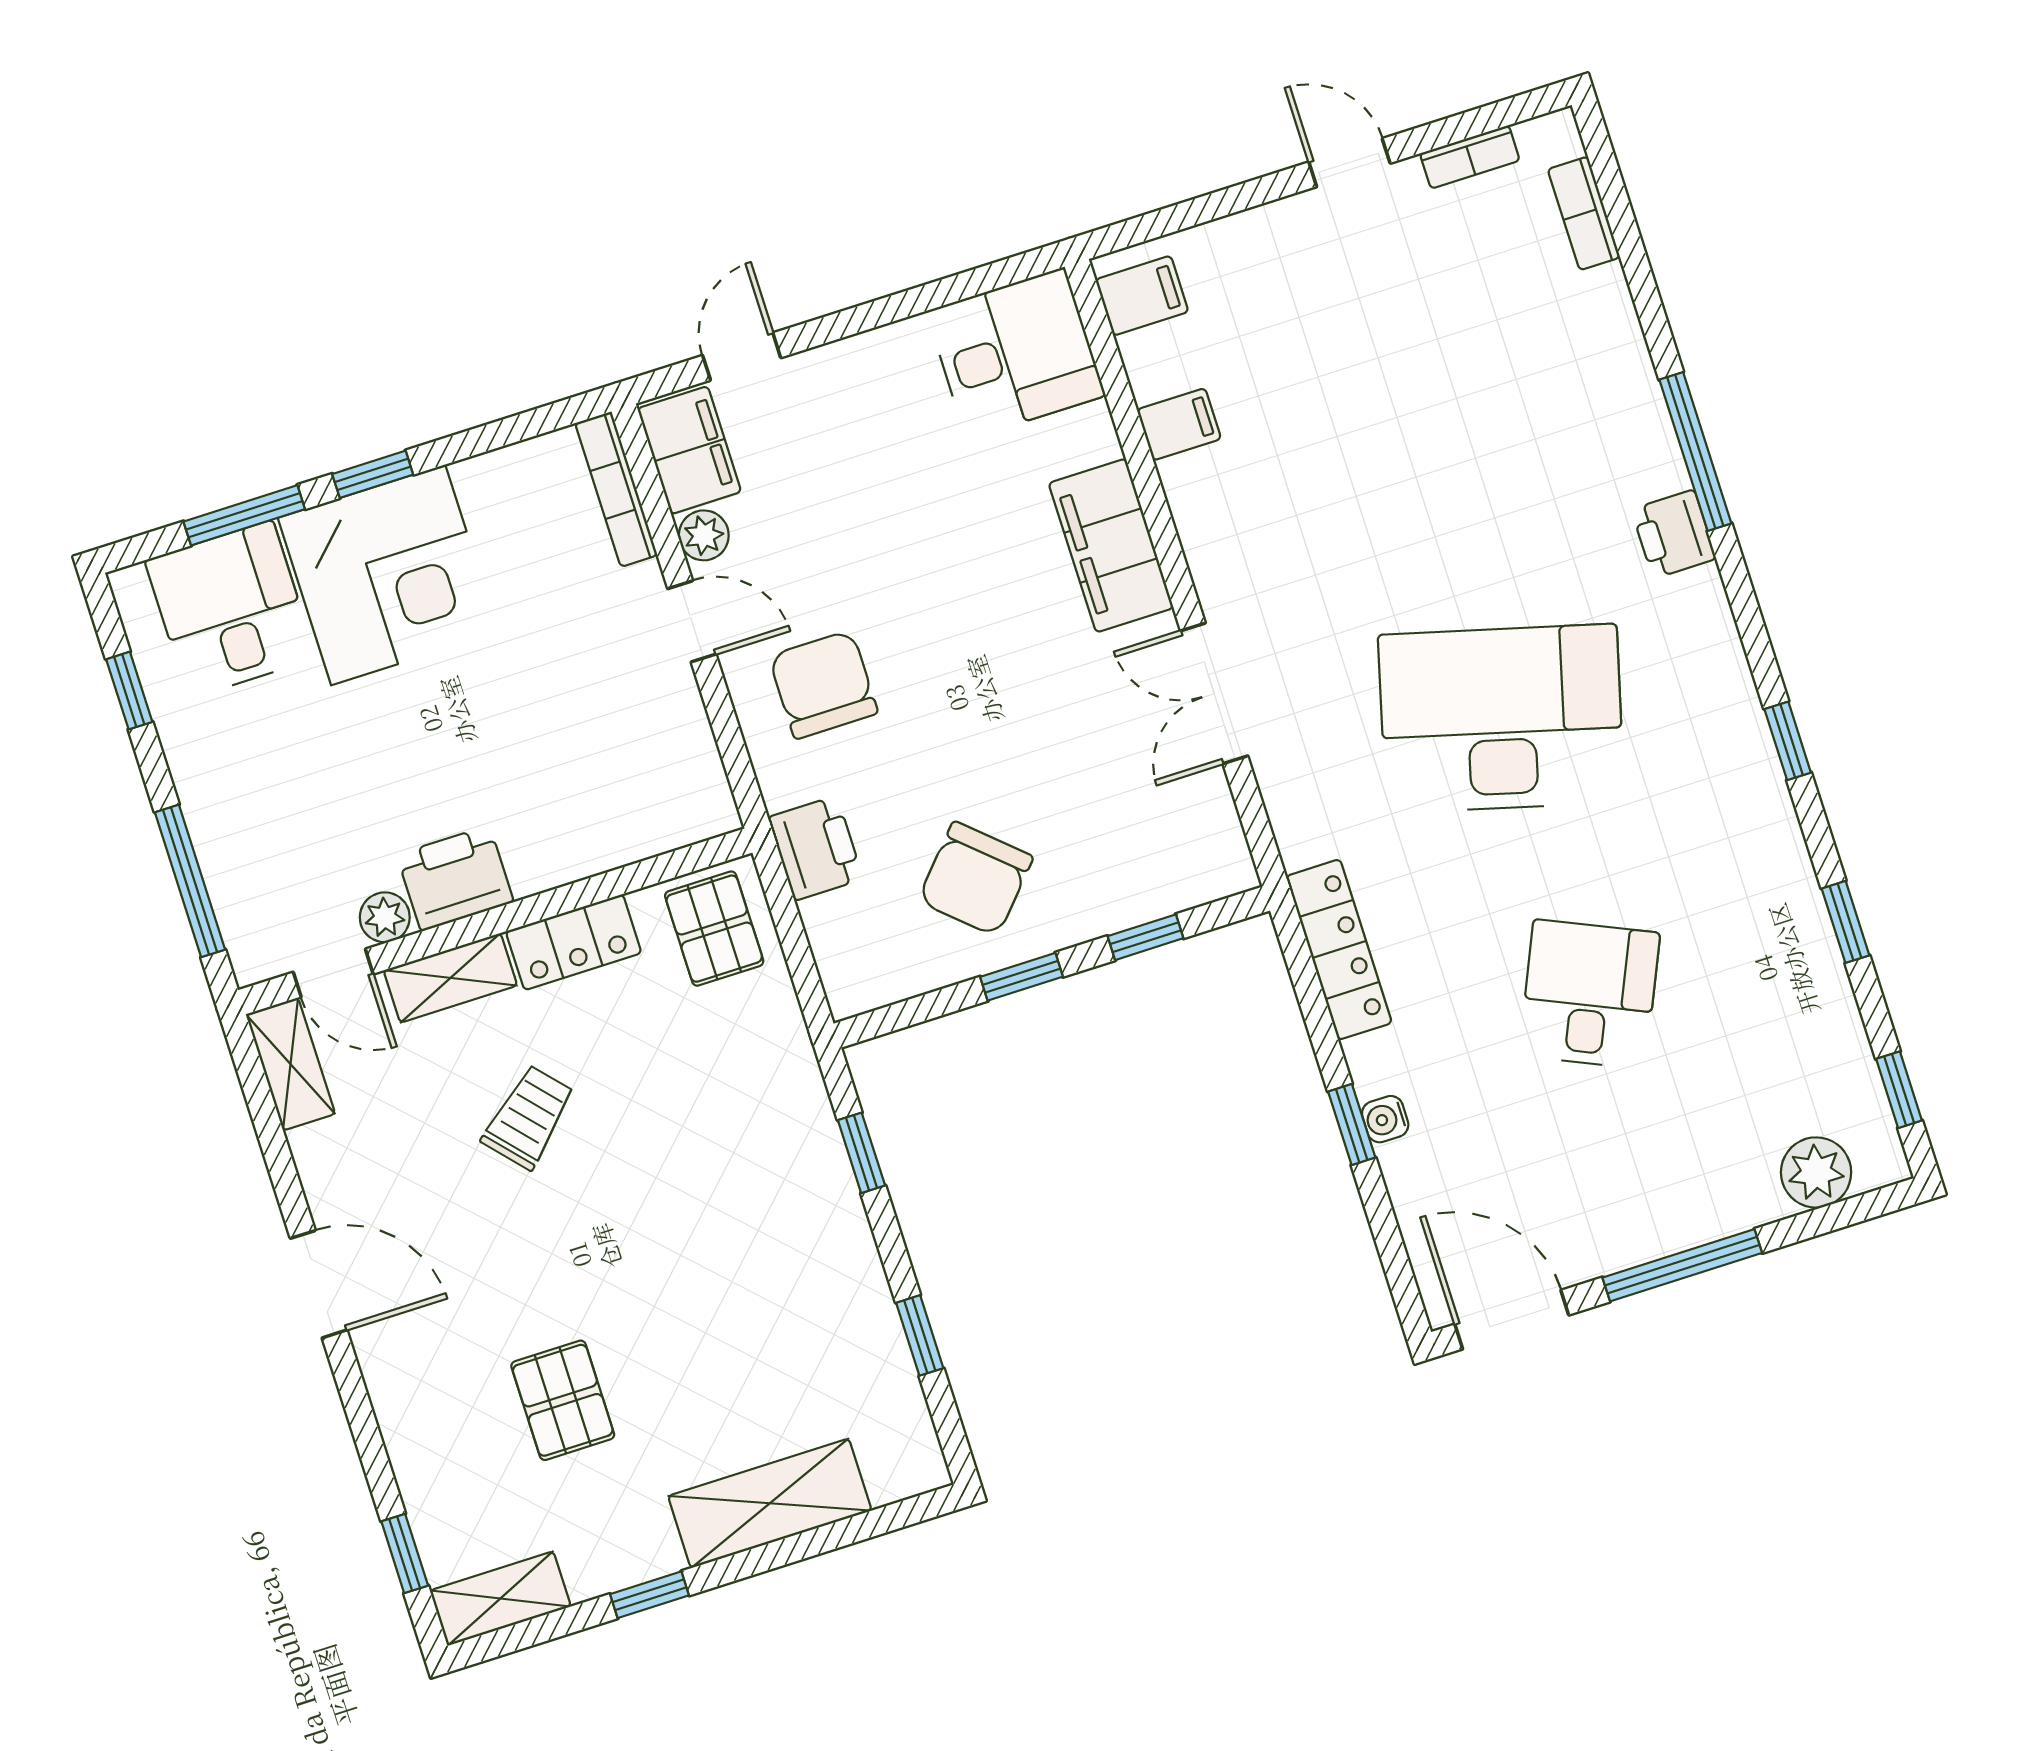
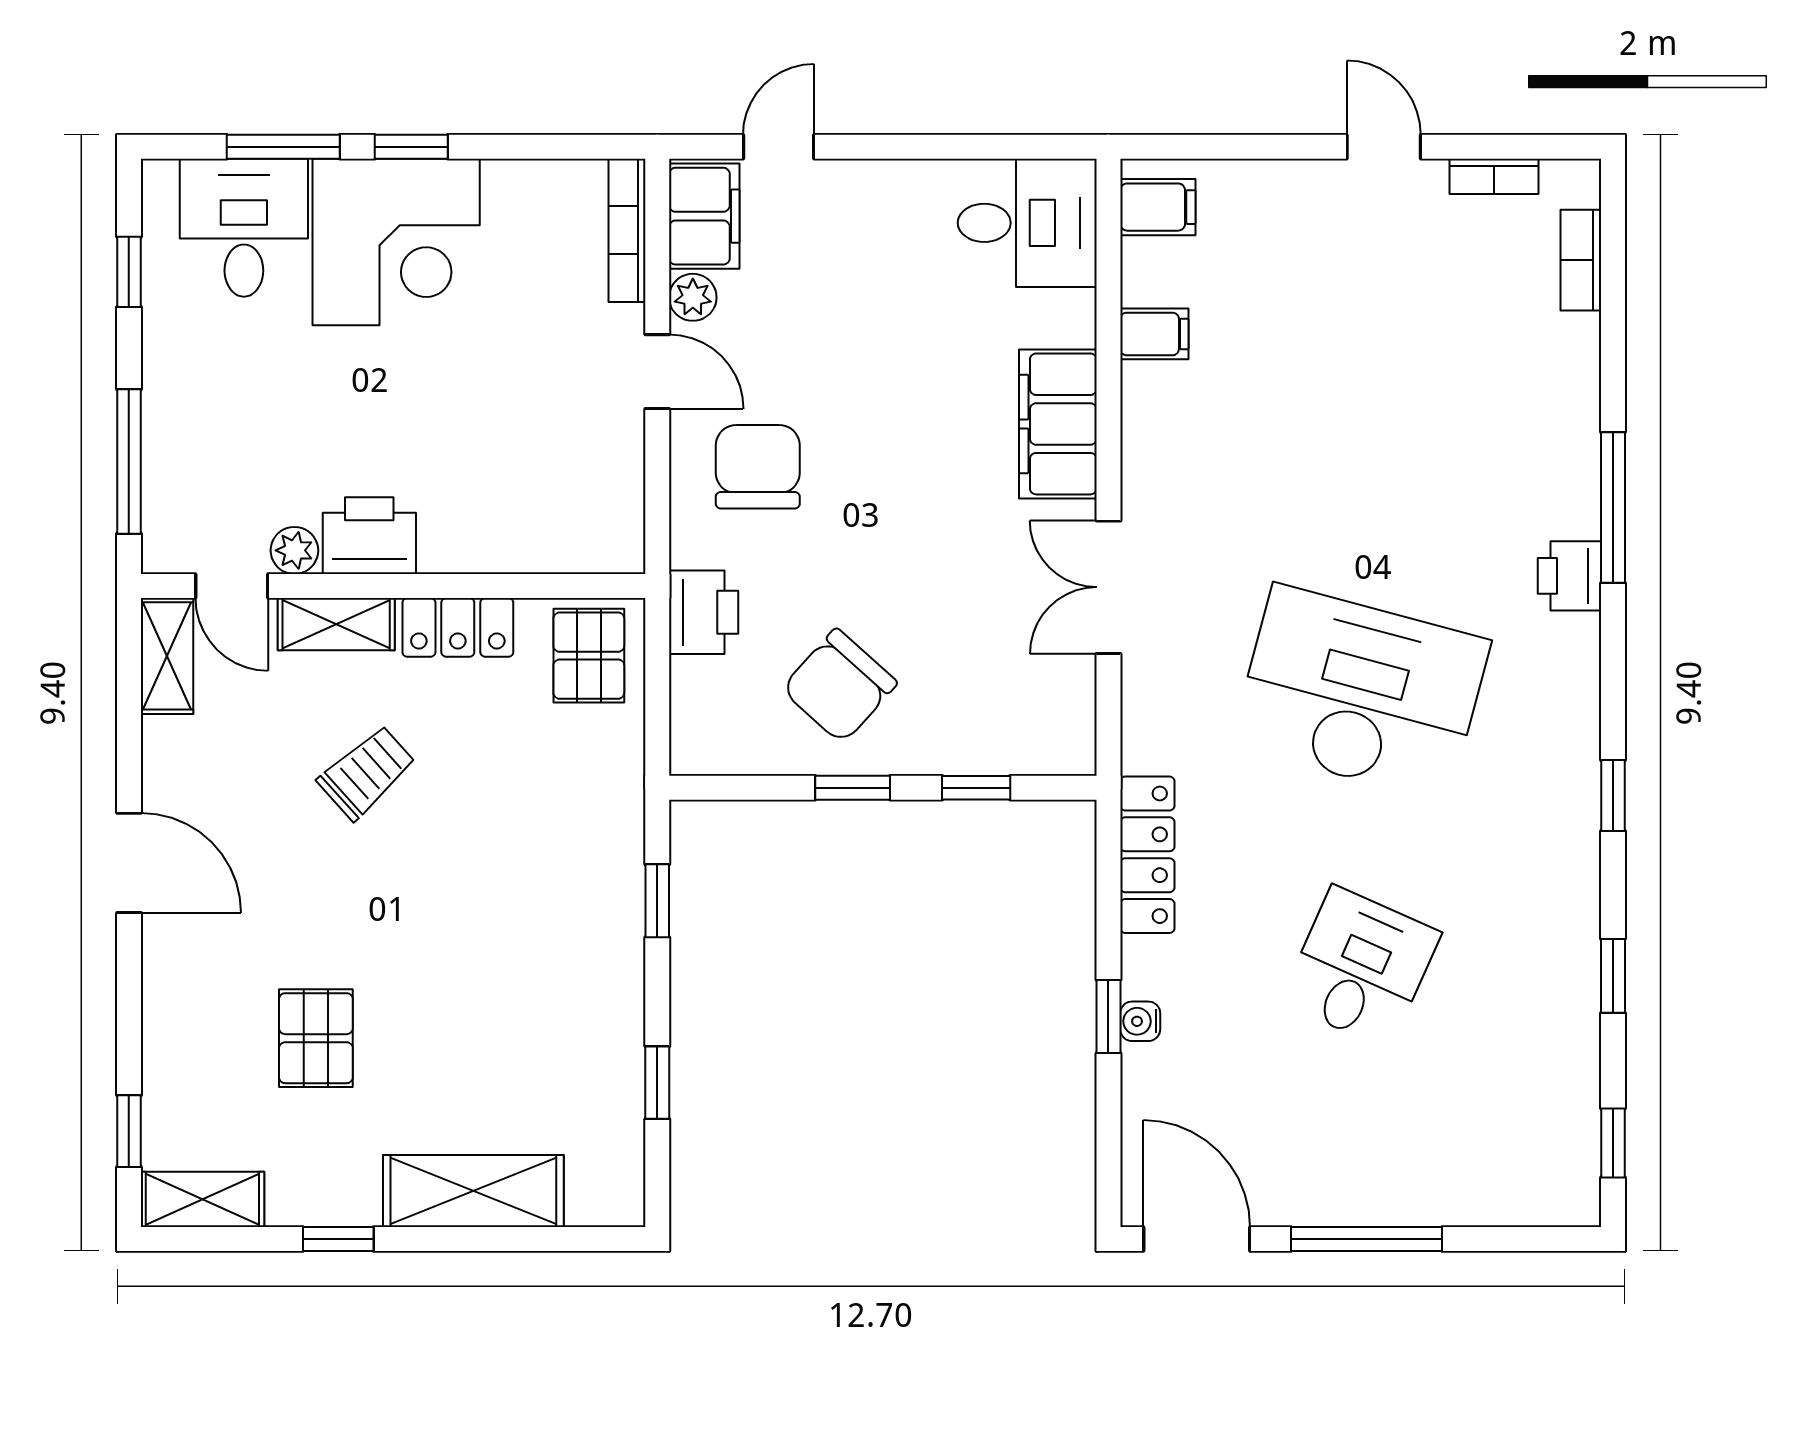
plant: (1816, 1172) -> (1514, 1194), removed

